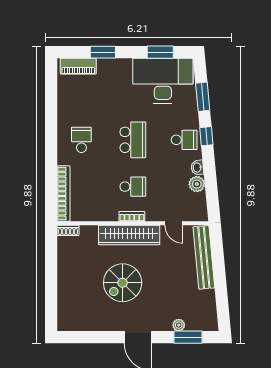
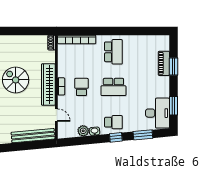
piano: (78, 66) -> (164, 63), moved
desk: (163, 81) -> (158, 113), width x0.73, depth x0.77
school desk: (81, 140) -> (113, 52), width x1.85
school desk: (184, 140) -> (113, 122), turned -90
school desk: (133, 187) -> (81, 87), turned 180
door: (174, 223) -> (56, 115), swing flipped

